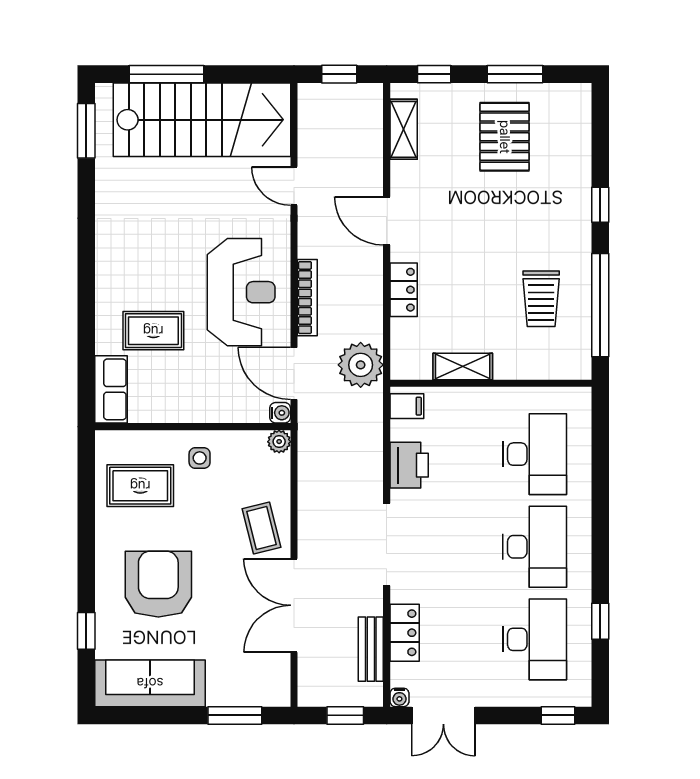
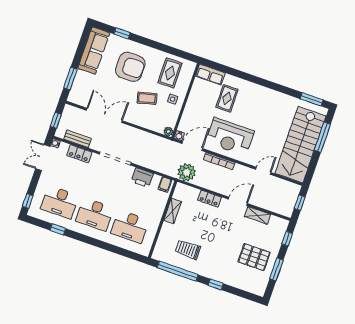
shelving: (404, 129) -> (257, 215), moved
coffee table: (261, 528) -> (147, 98), moved

